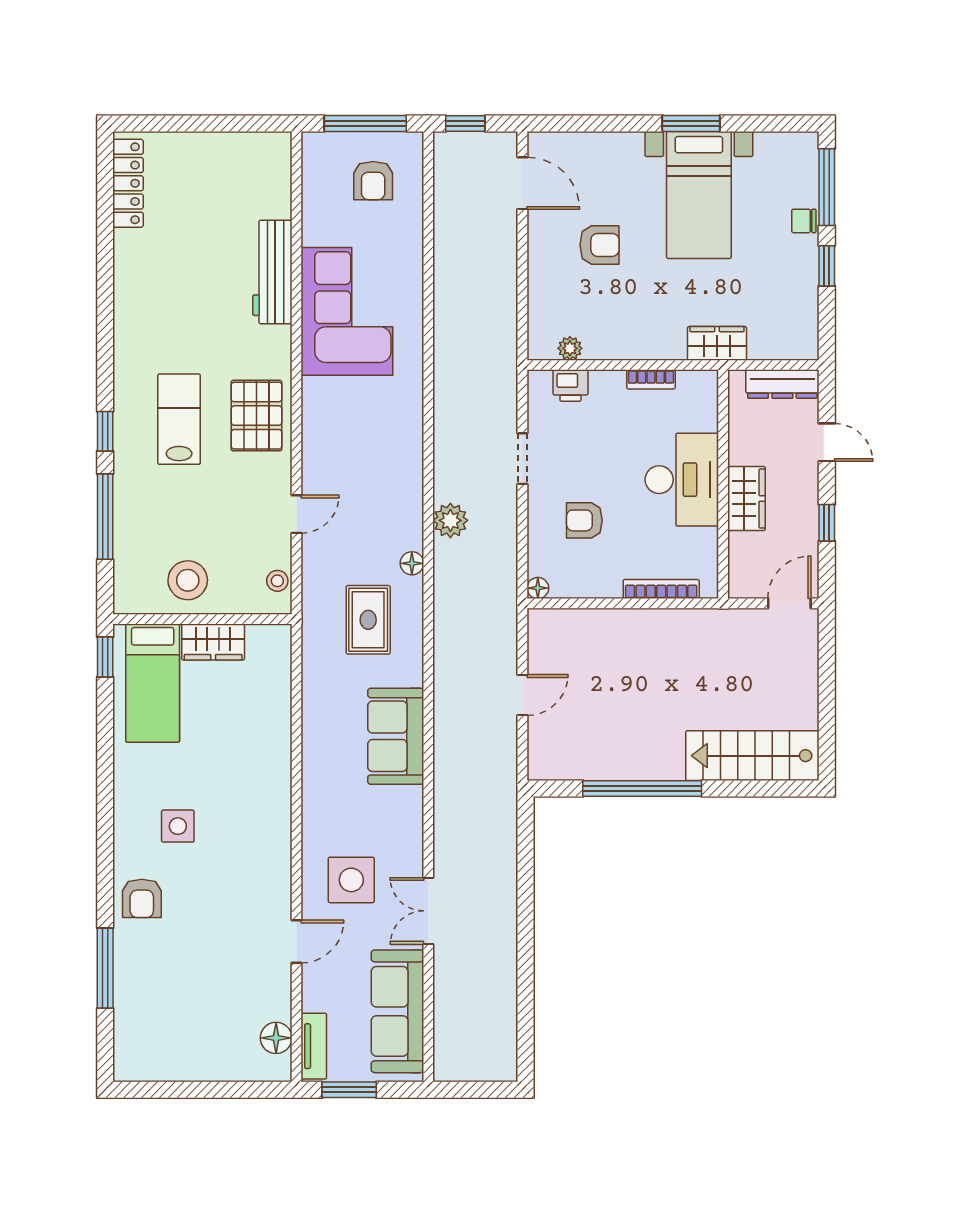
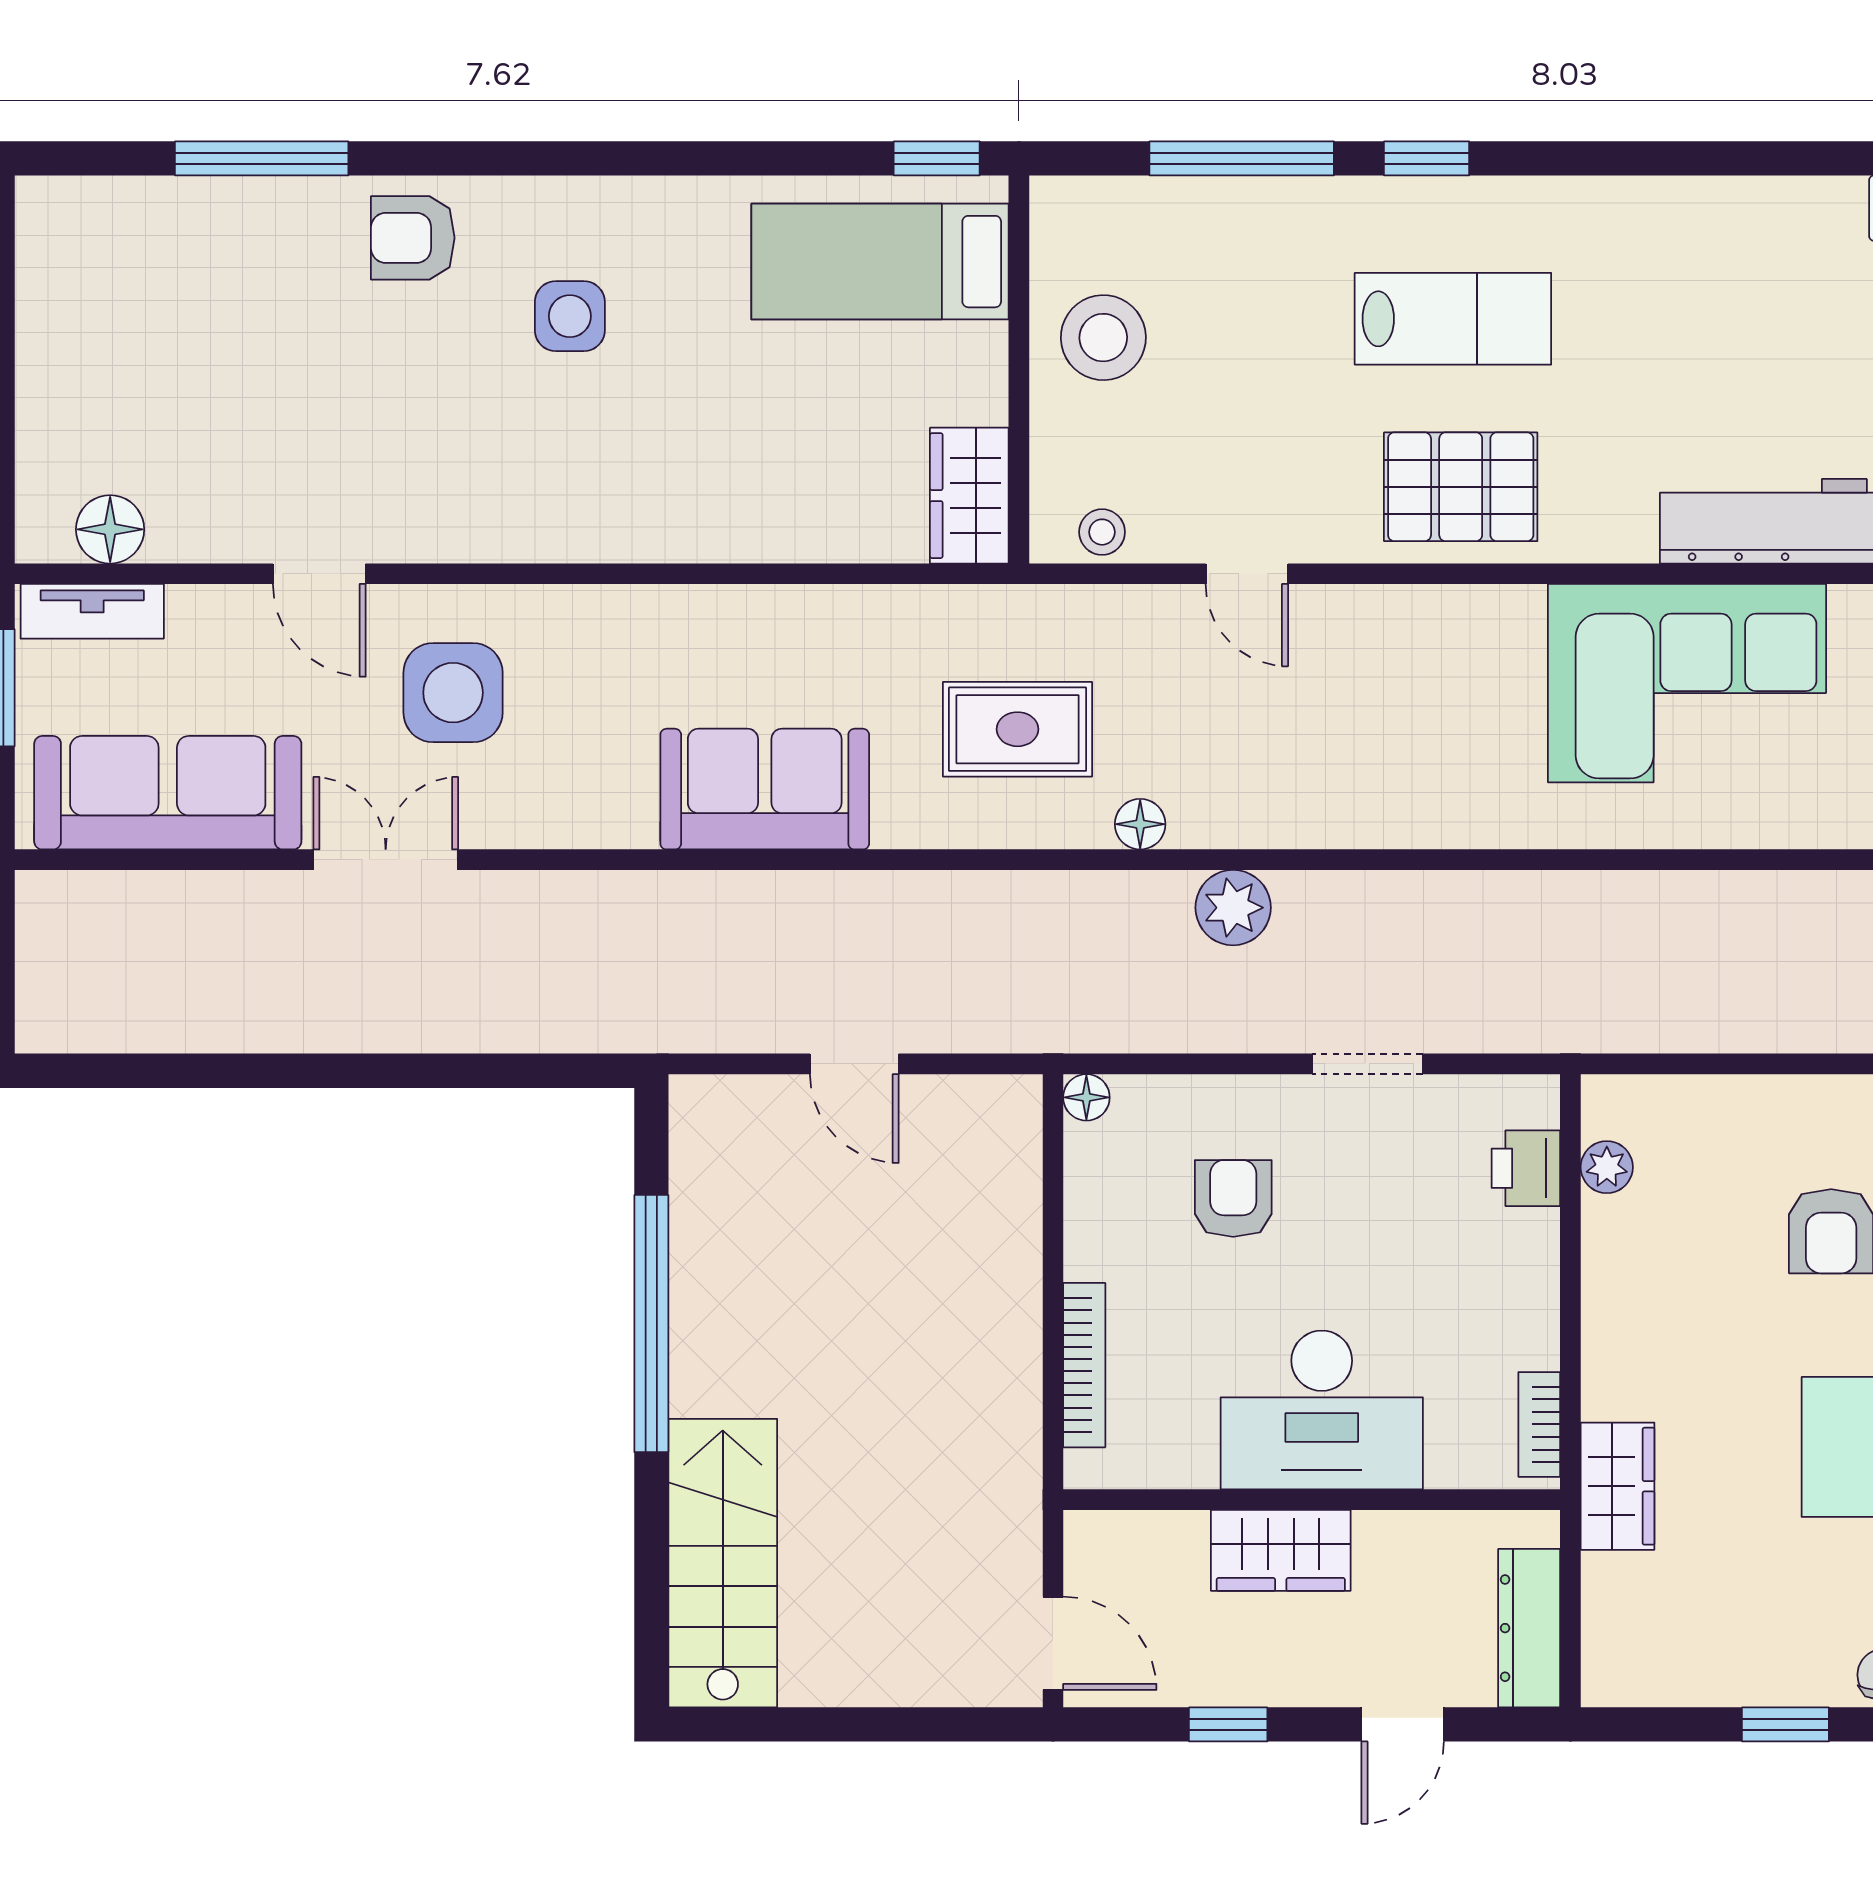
bookcase: (651, 379) -> (1539, 1424), moved
wardrobe: (213, 642) -> (969, 496), moved

